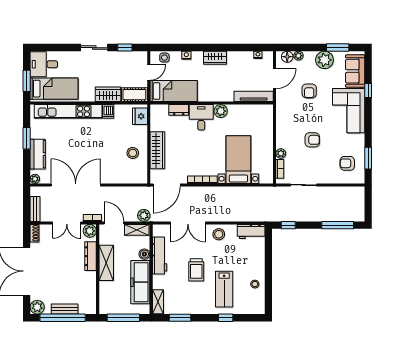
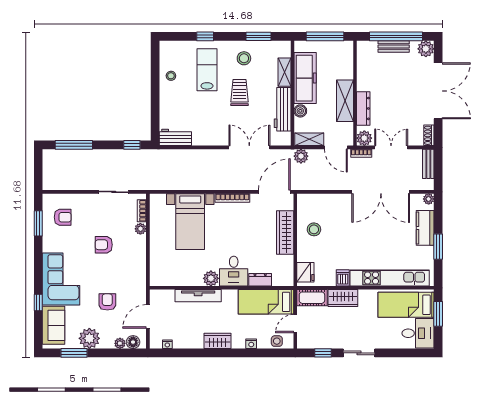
tv unit: (254, 96) -> (198, 296), moved
stool: (219, 234) -> (244, 58), moved
shelving: (158, 302) -> (284, 72), moved

